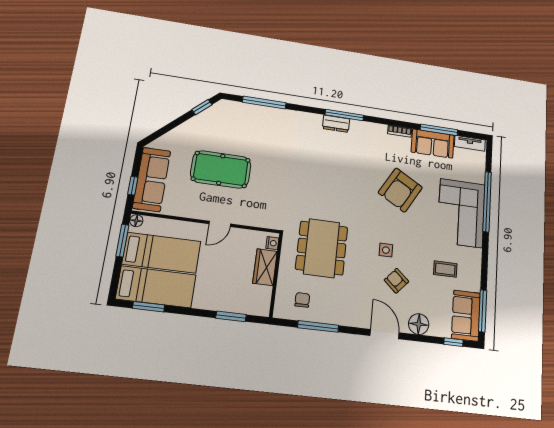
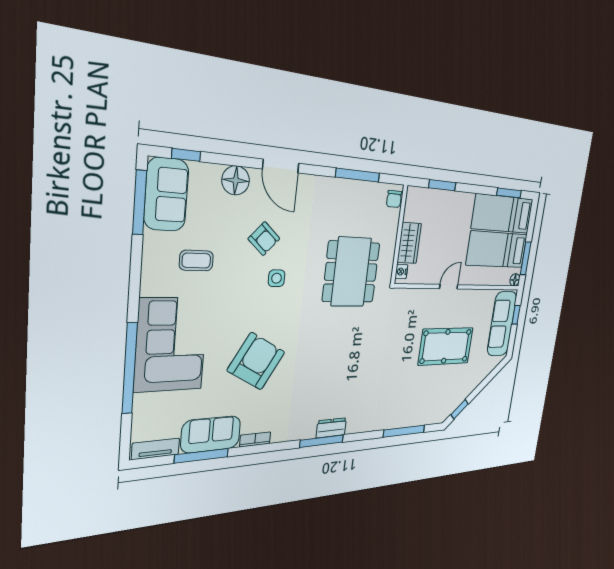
chair: (302, 300) -> (394, 199), moved

